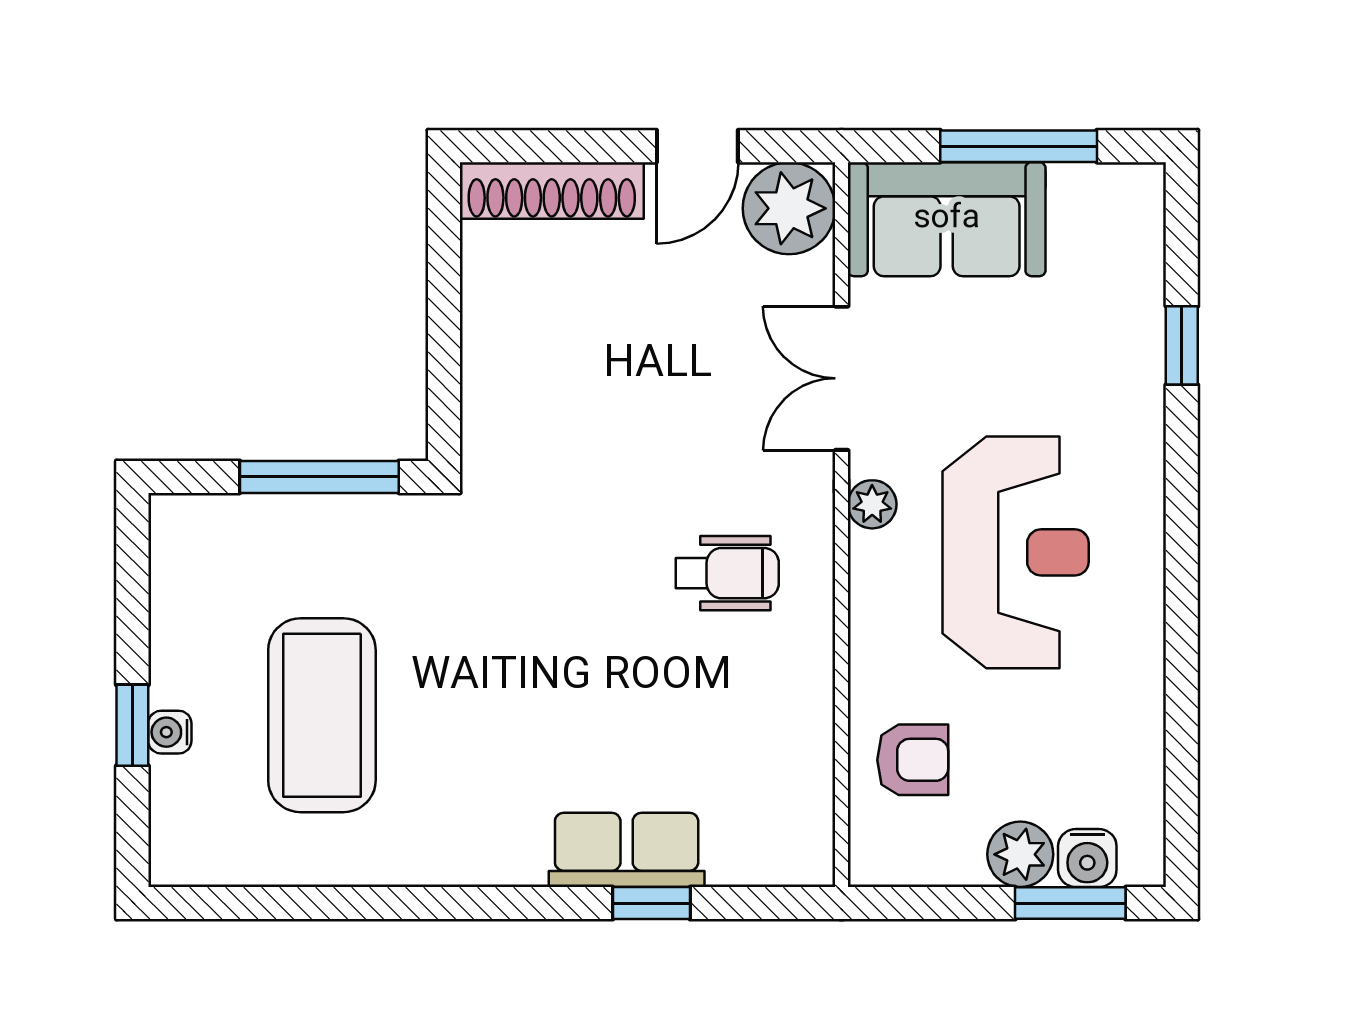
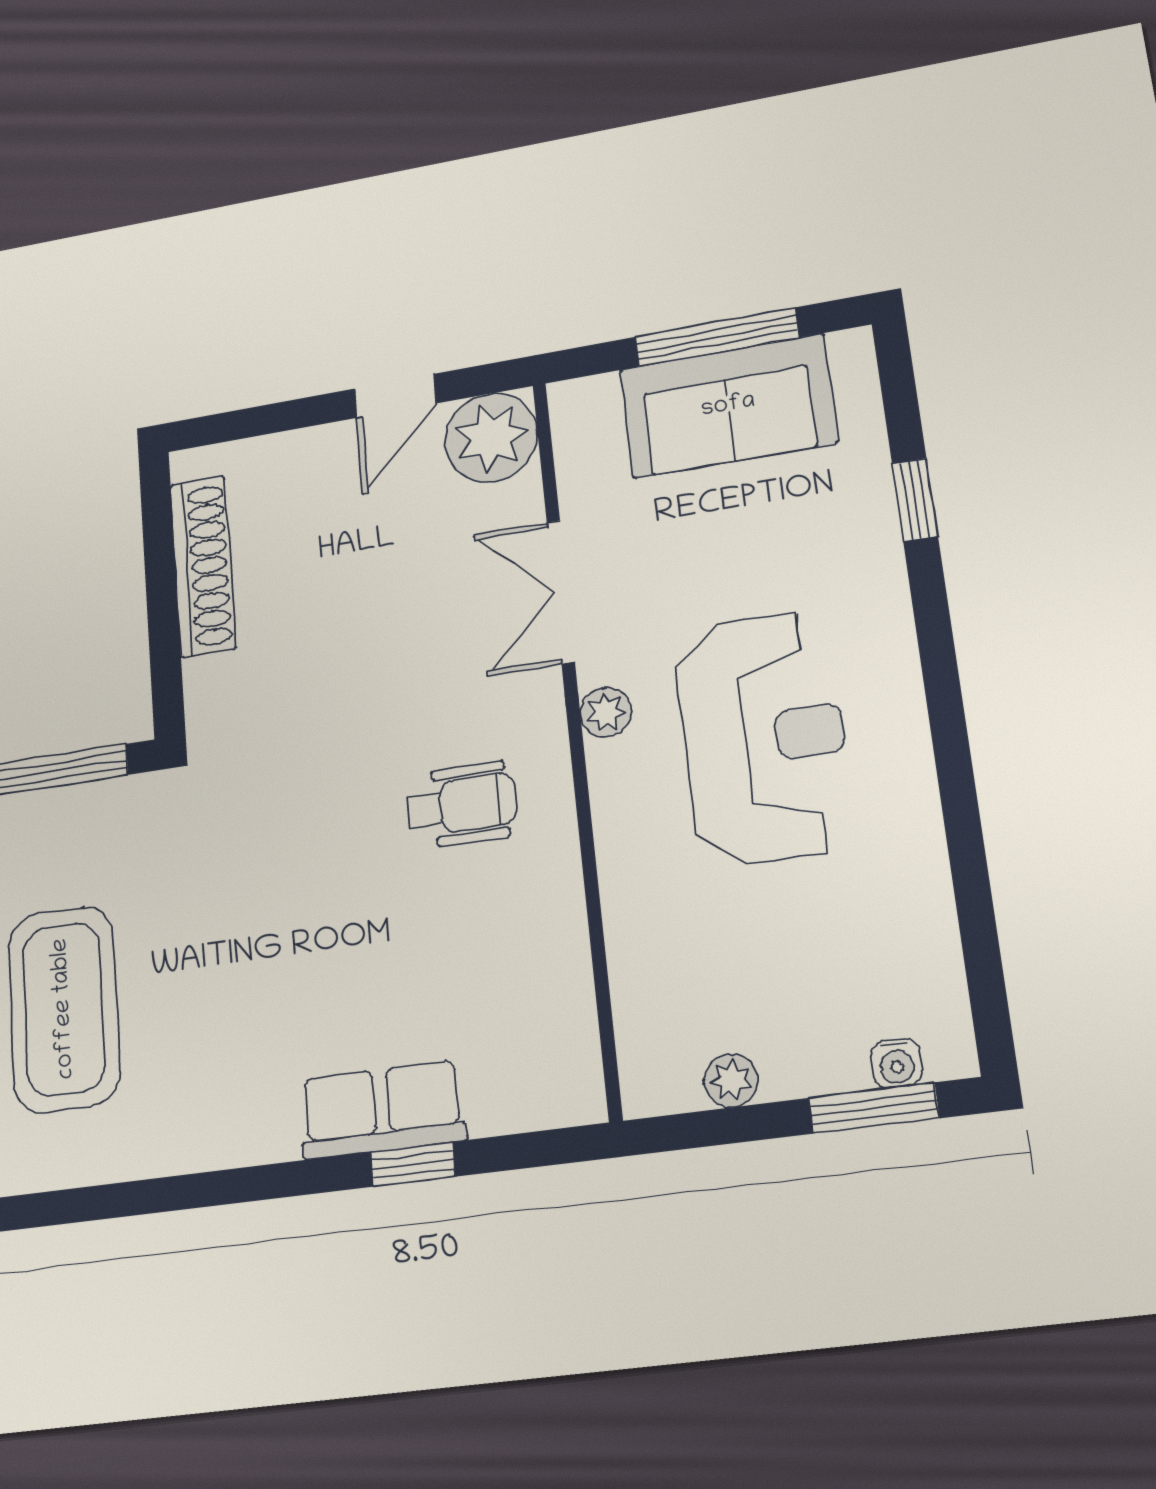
shoe rack: (552, 190) -> (203, 566), moved, turned -90
sofa: (947, 219) -> (728, 406), moved
armchair: (913, 760) -> (679, 973), removed
plant: (1020, 854) -> (731, 1081), moved, width x0.73, depth x0.73
water cooler: (1087, 858) -> (897, 1063), width x0.72, depth x0.72

